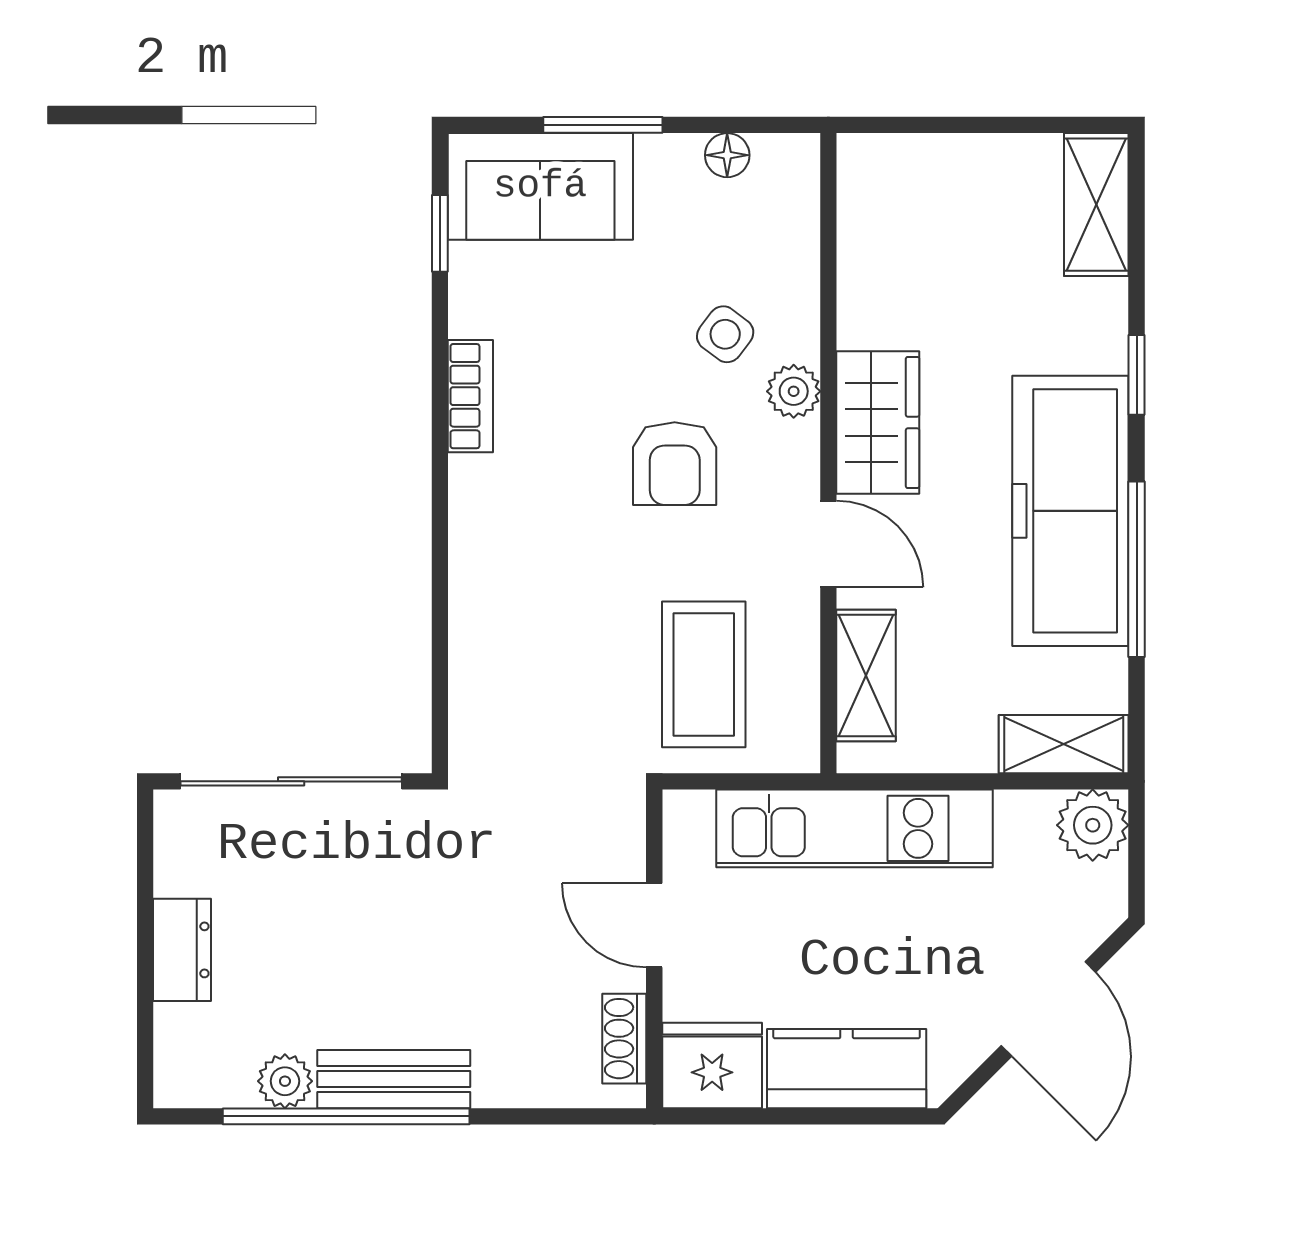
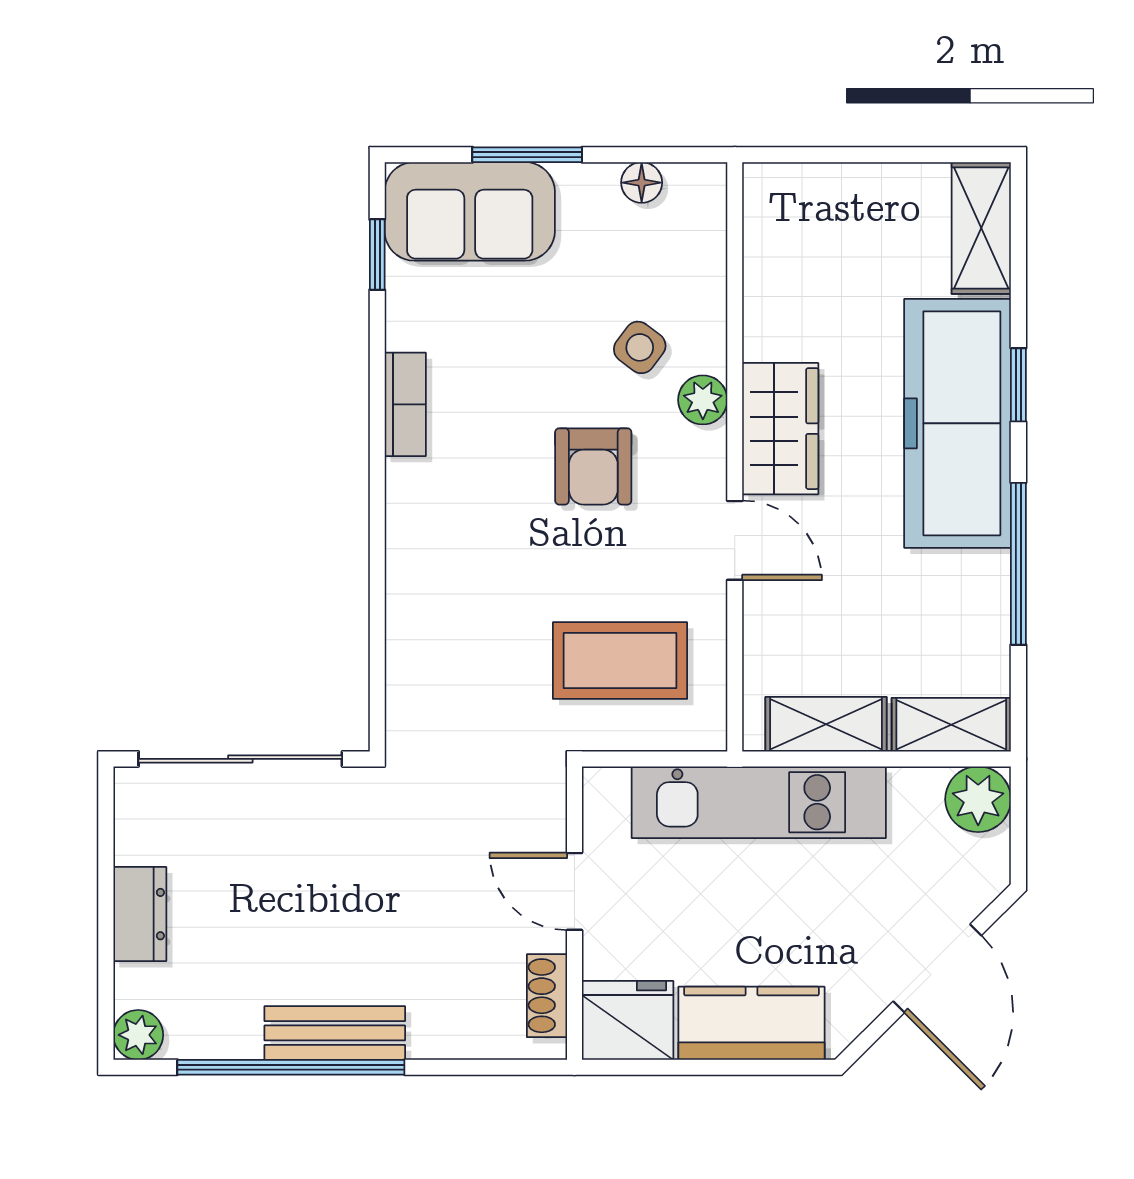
freezer: (1070, 511) -> (958, 423), moved
coffee table: (704, 674) -> (620, 661), turned 90
shelving: (866, 676) -> (826, 724), moved, turned 90
plant: (285, 1081) -> (138, 1035), moved

